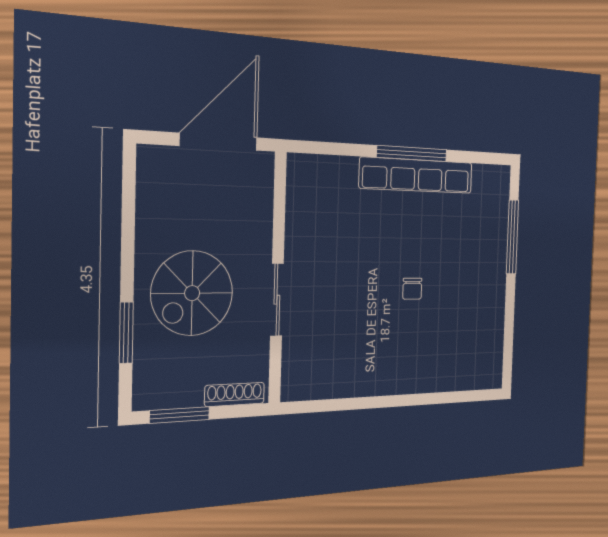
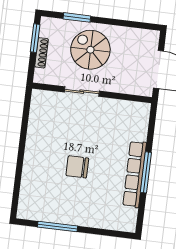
window: (512, 237) -> (58, 226), moved
chair: (412, 289) -> (77, 167), width x1.87, depth x1.87
shoe rack: (235, 394) -> (41, 53), moved

